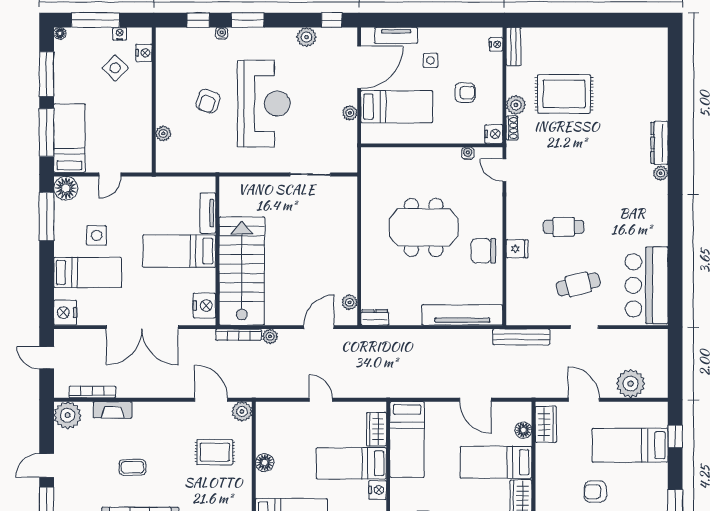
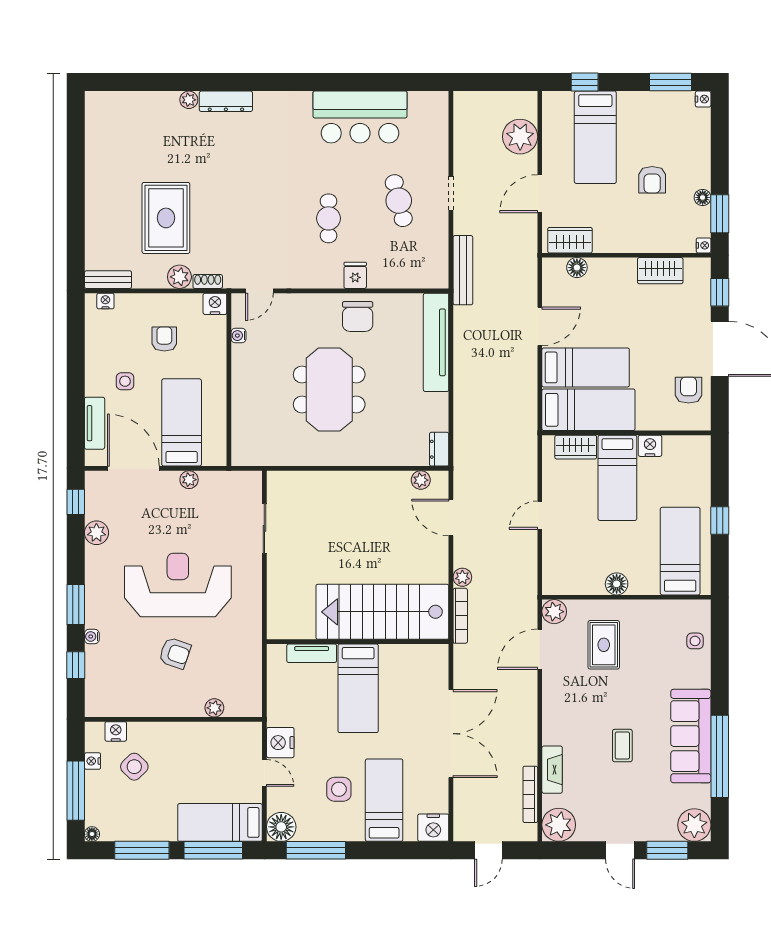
plant: (661, 173) -> (189, 100), moved
bar counter: (647, 285) -> (360, 117), moved
nightstand: (204, 306) -> (280, 743), moved, turned -90
bed: (496, 462) -> (586, 367), moved, turned -90

